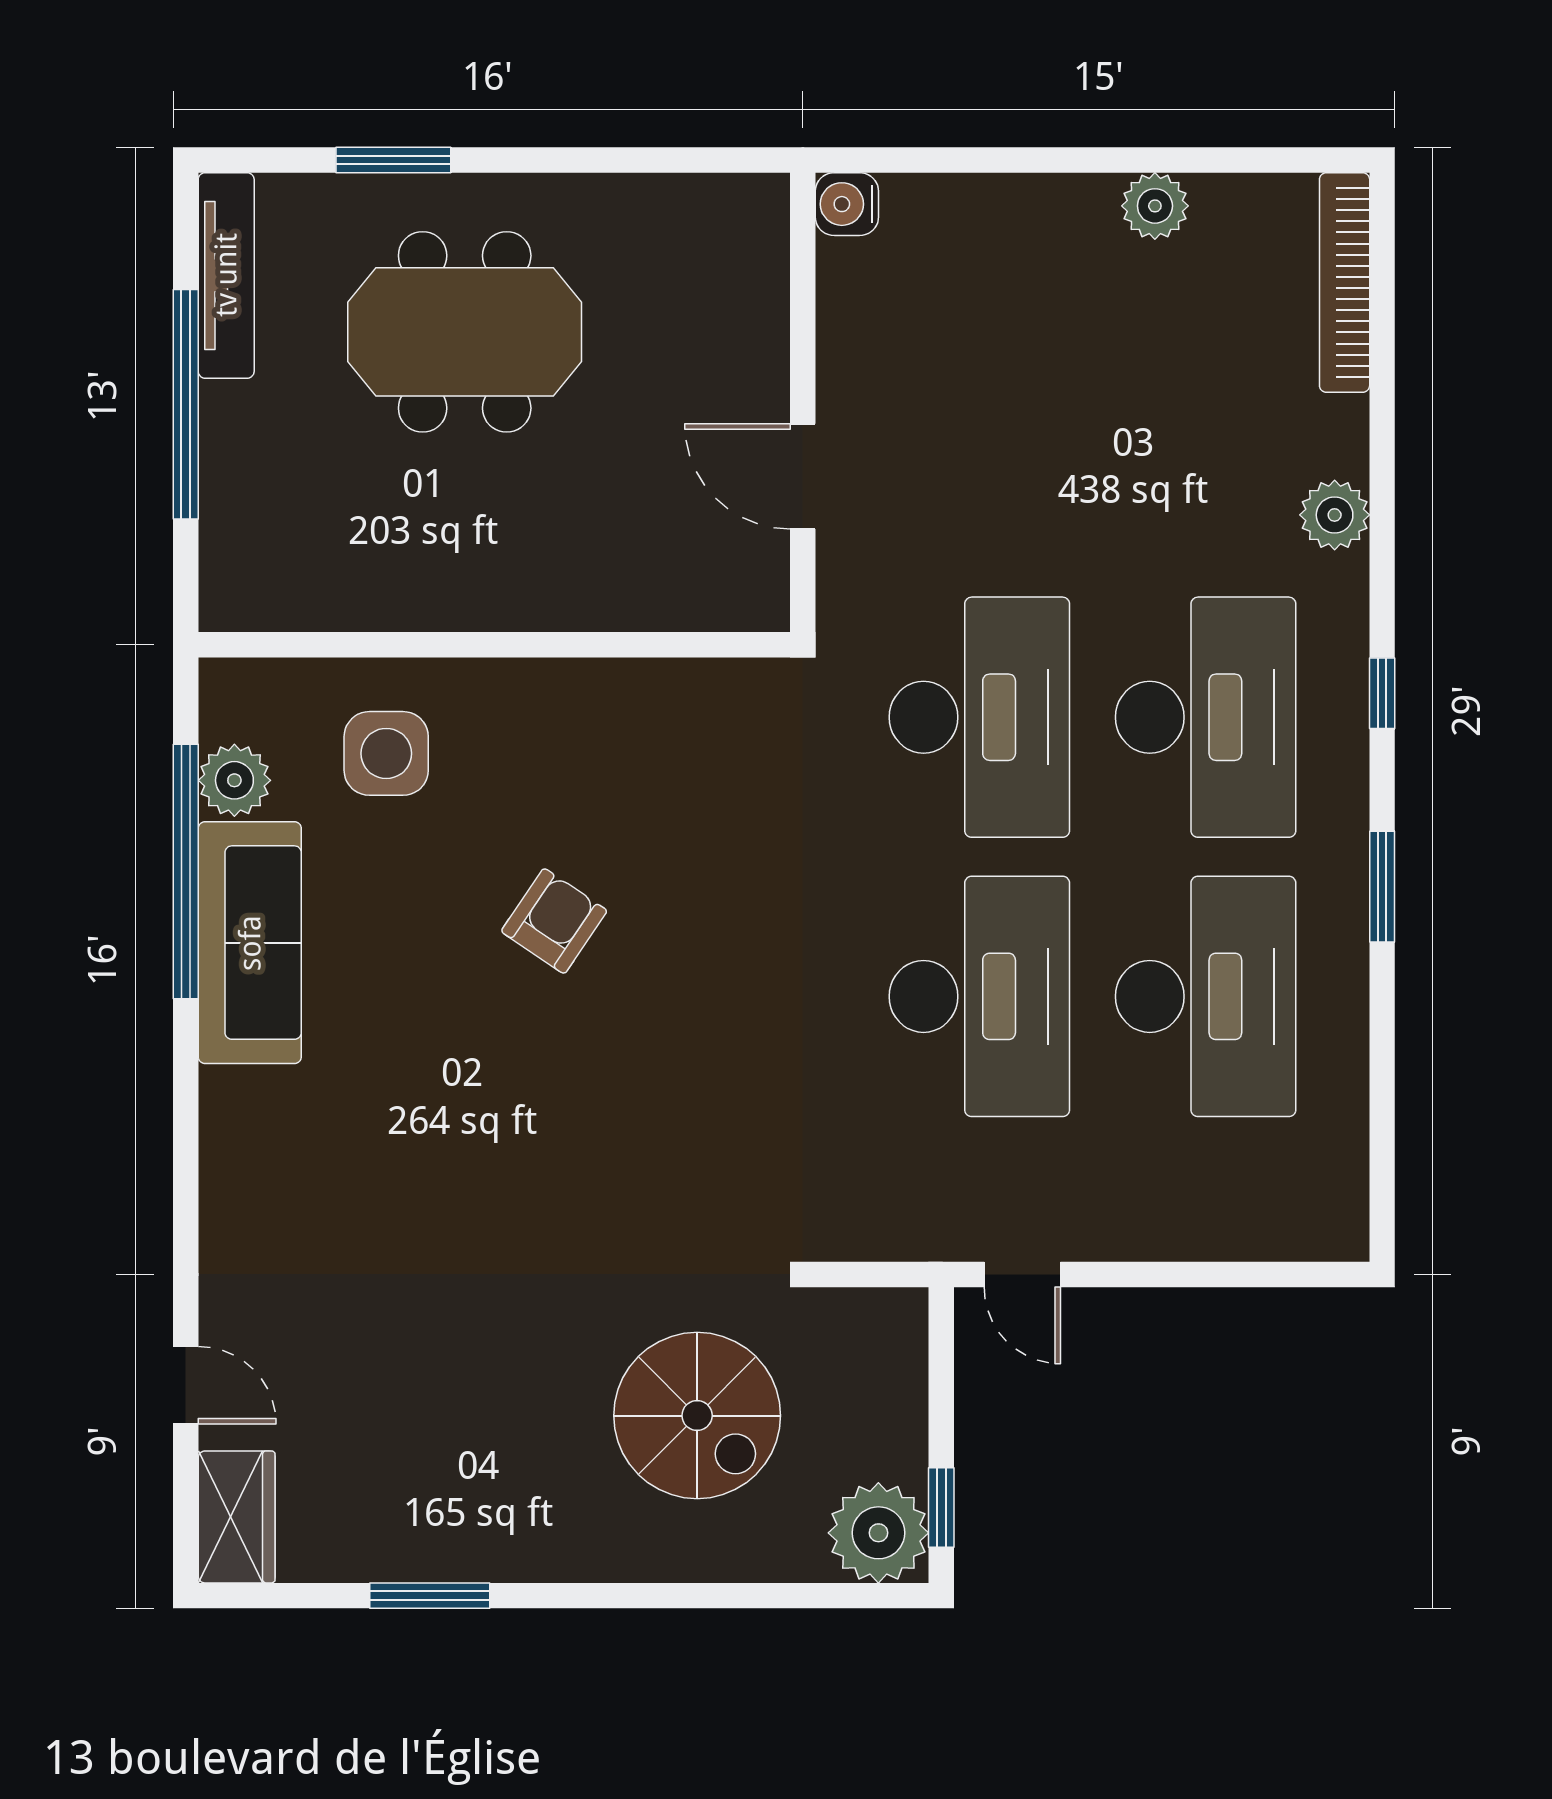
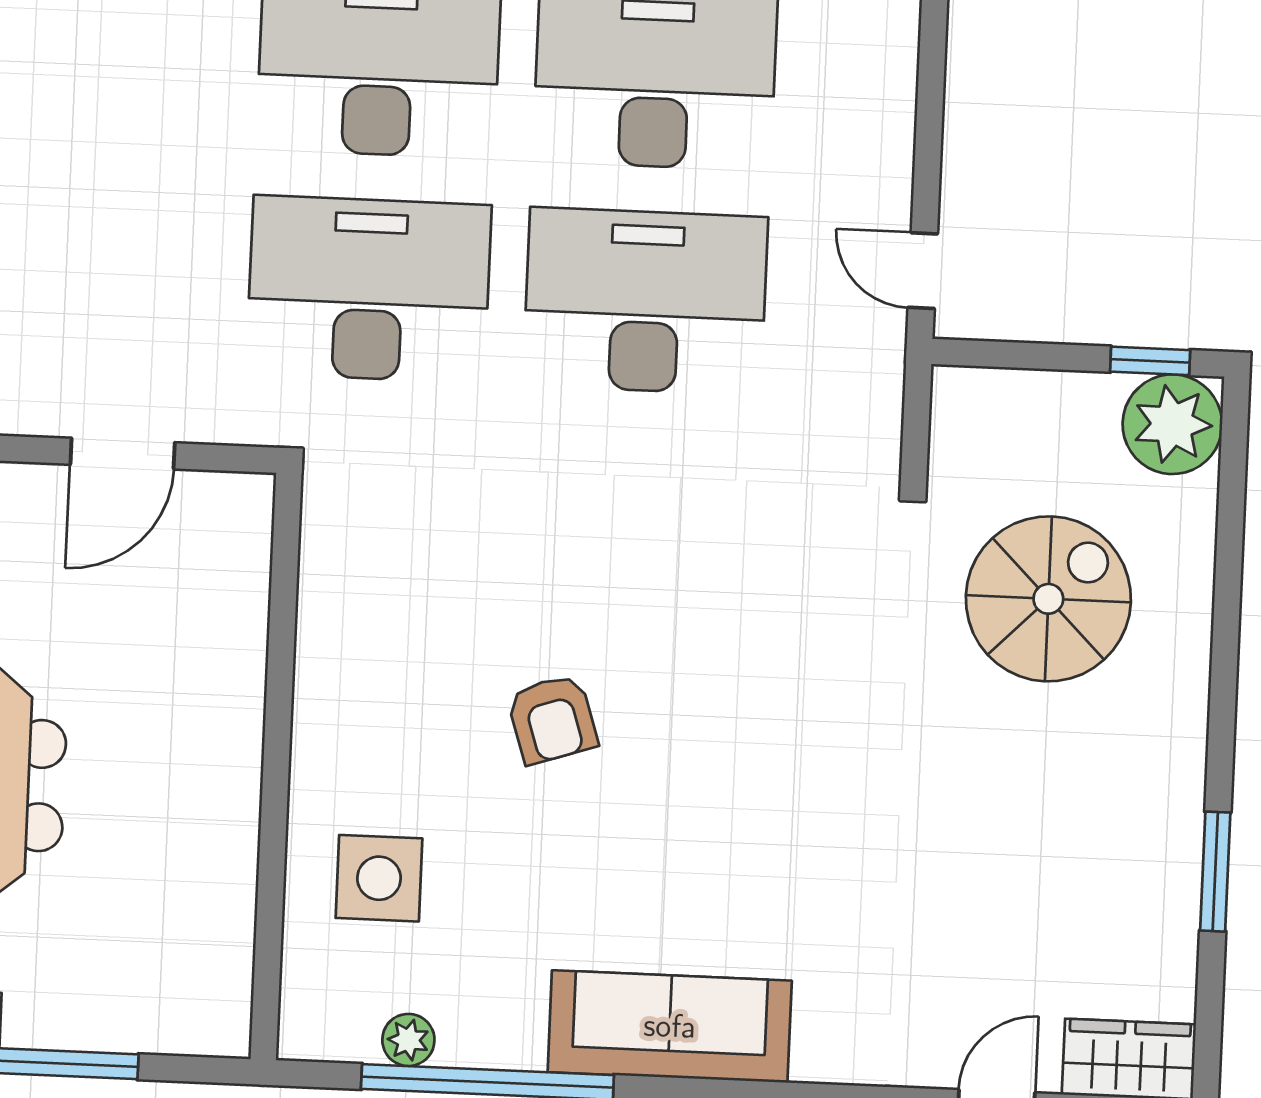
plant: (234, 780) -> (408, 1040), width x0.73, depth x0.73
armchair: (554, 921) -> (552, 719), turned -142
sofa: (250, 943) -> (670, 1026), moved
door: (1022, 1274) -> (923, 271), swing flipped

